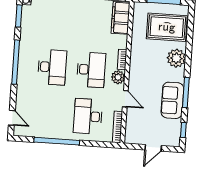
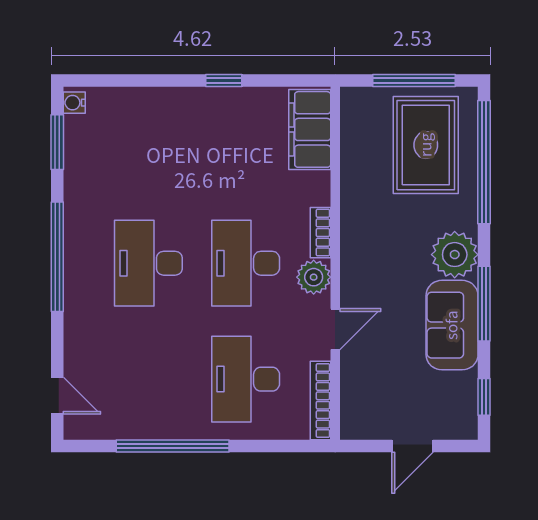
rug: (167, 27) -> (426, 145), turned 90
window: (190, 36) -> (484, 162), added
plant: (176, 58) -> (455, 255), moved
desk: (52, 67) -> (148, 263), turned 180
desk: (91, 70) -> (246, 263), turned 180
door: (125, 99) -> (335, 329), hinge flipped

